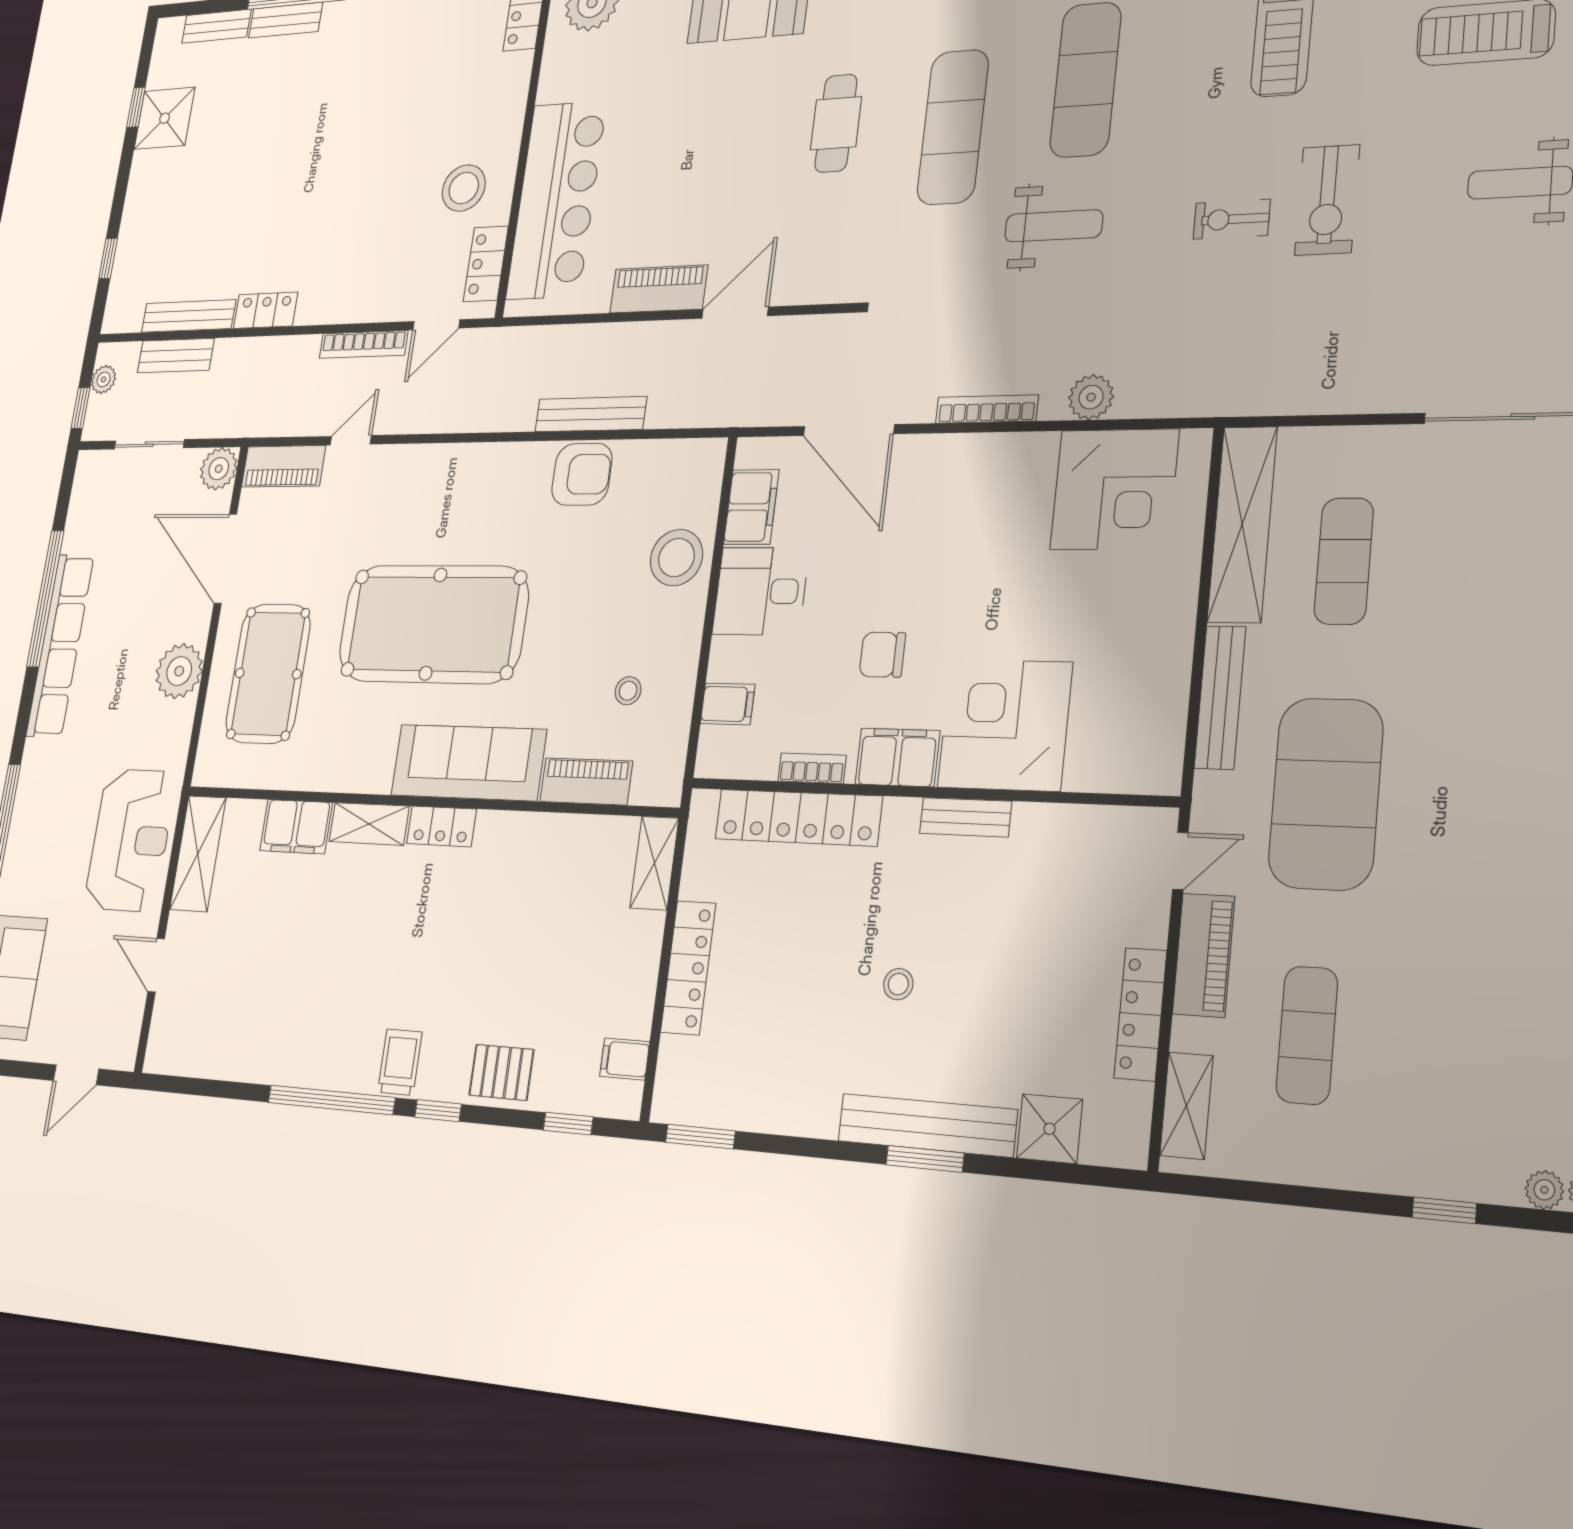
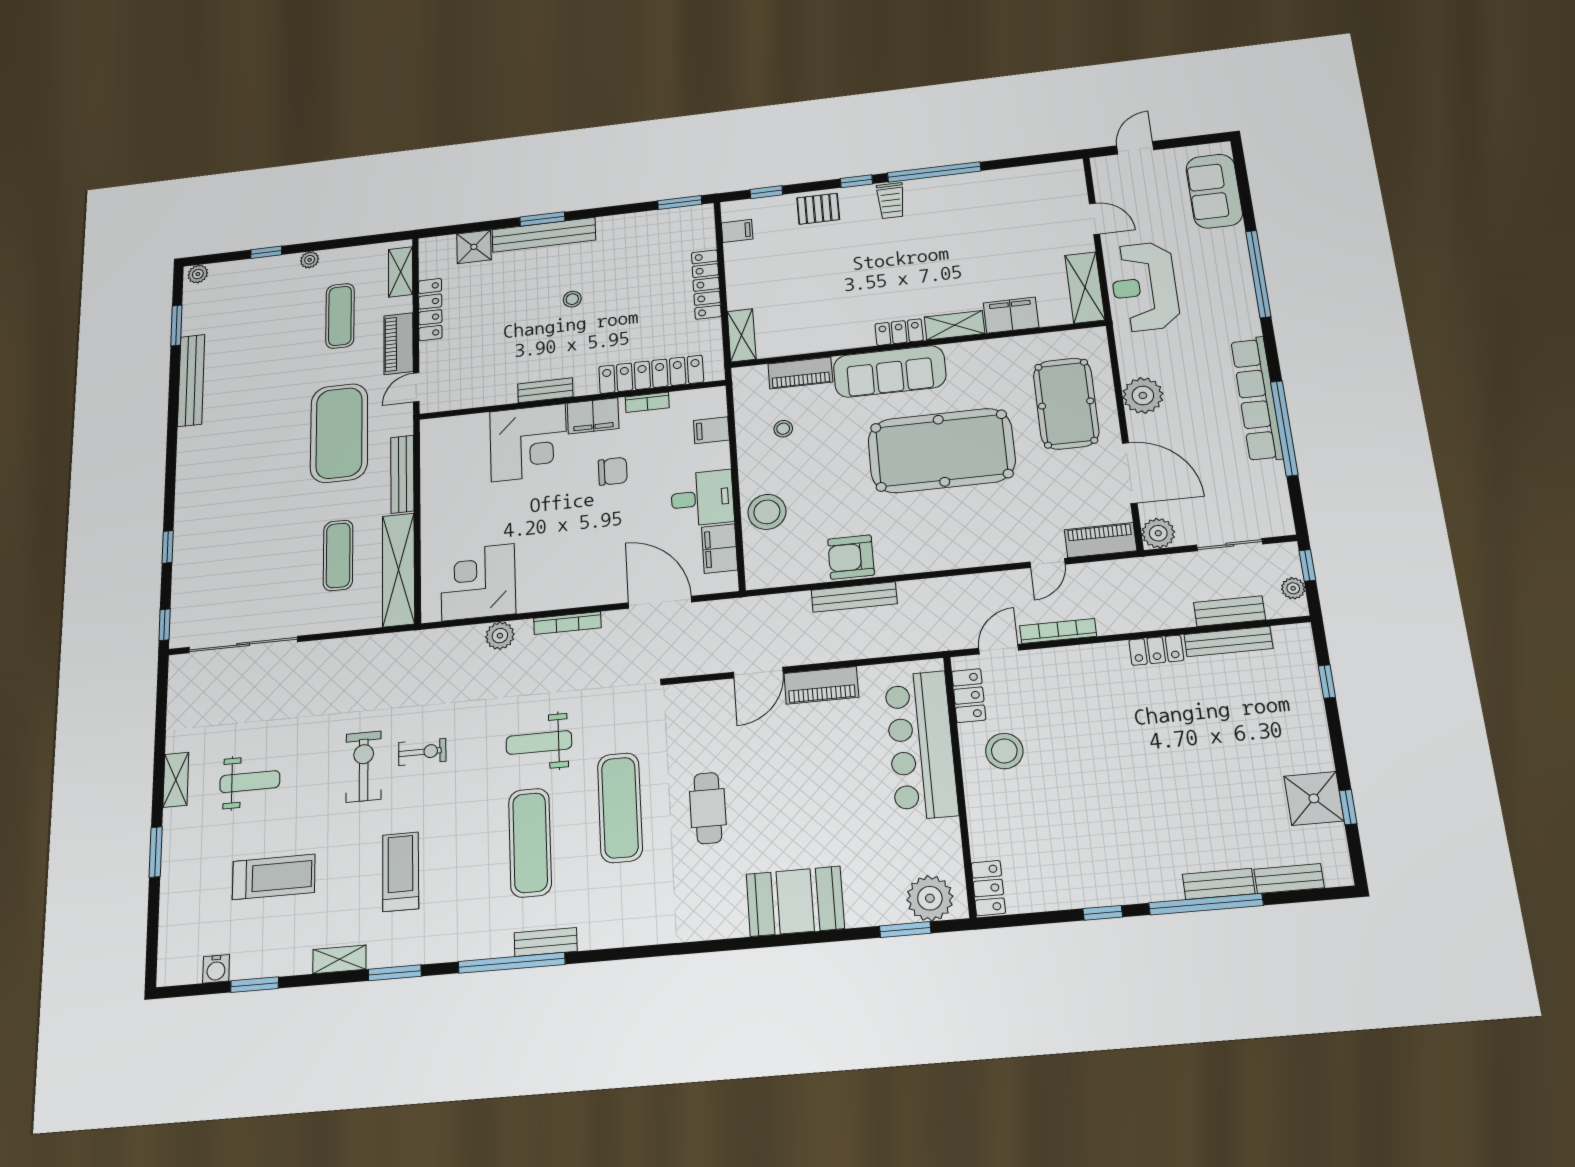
plant: (1544, 1190) -> (310, 260), moved

